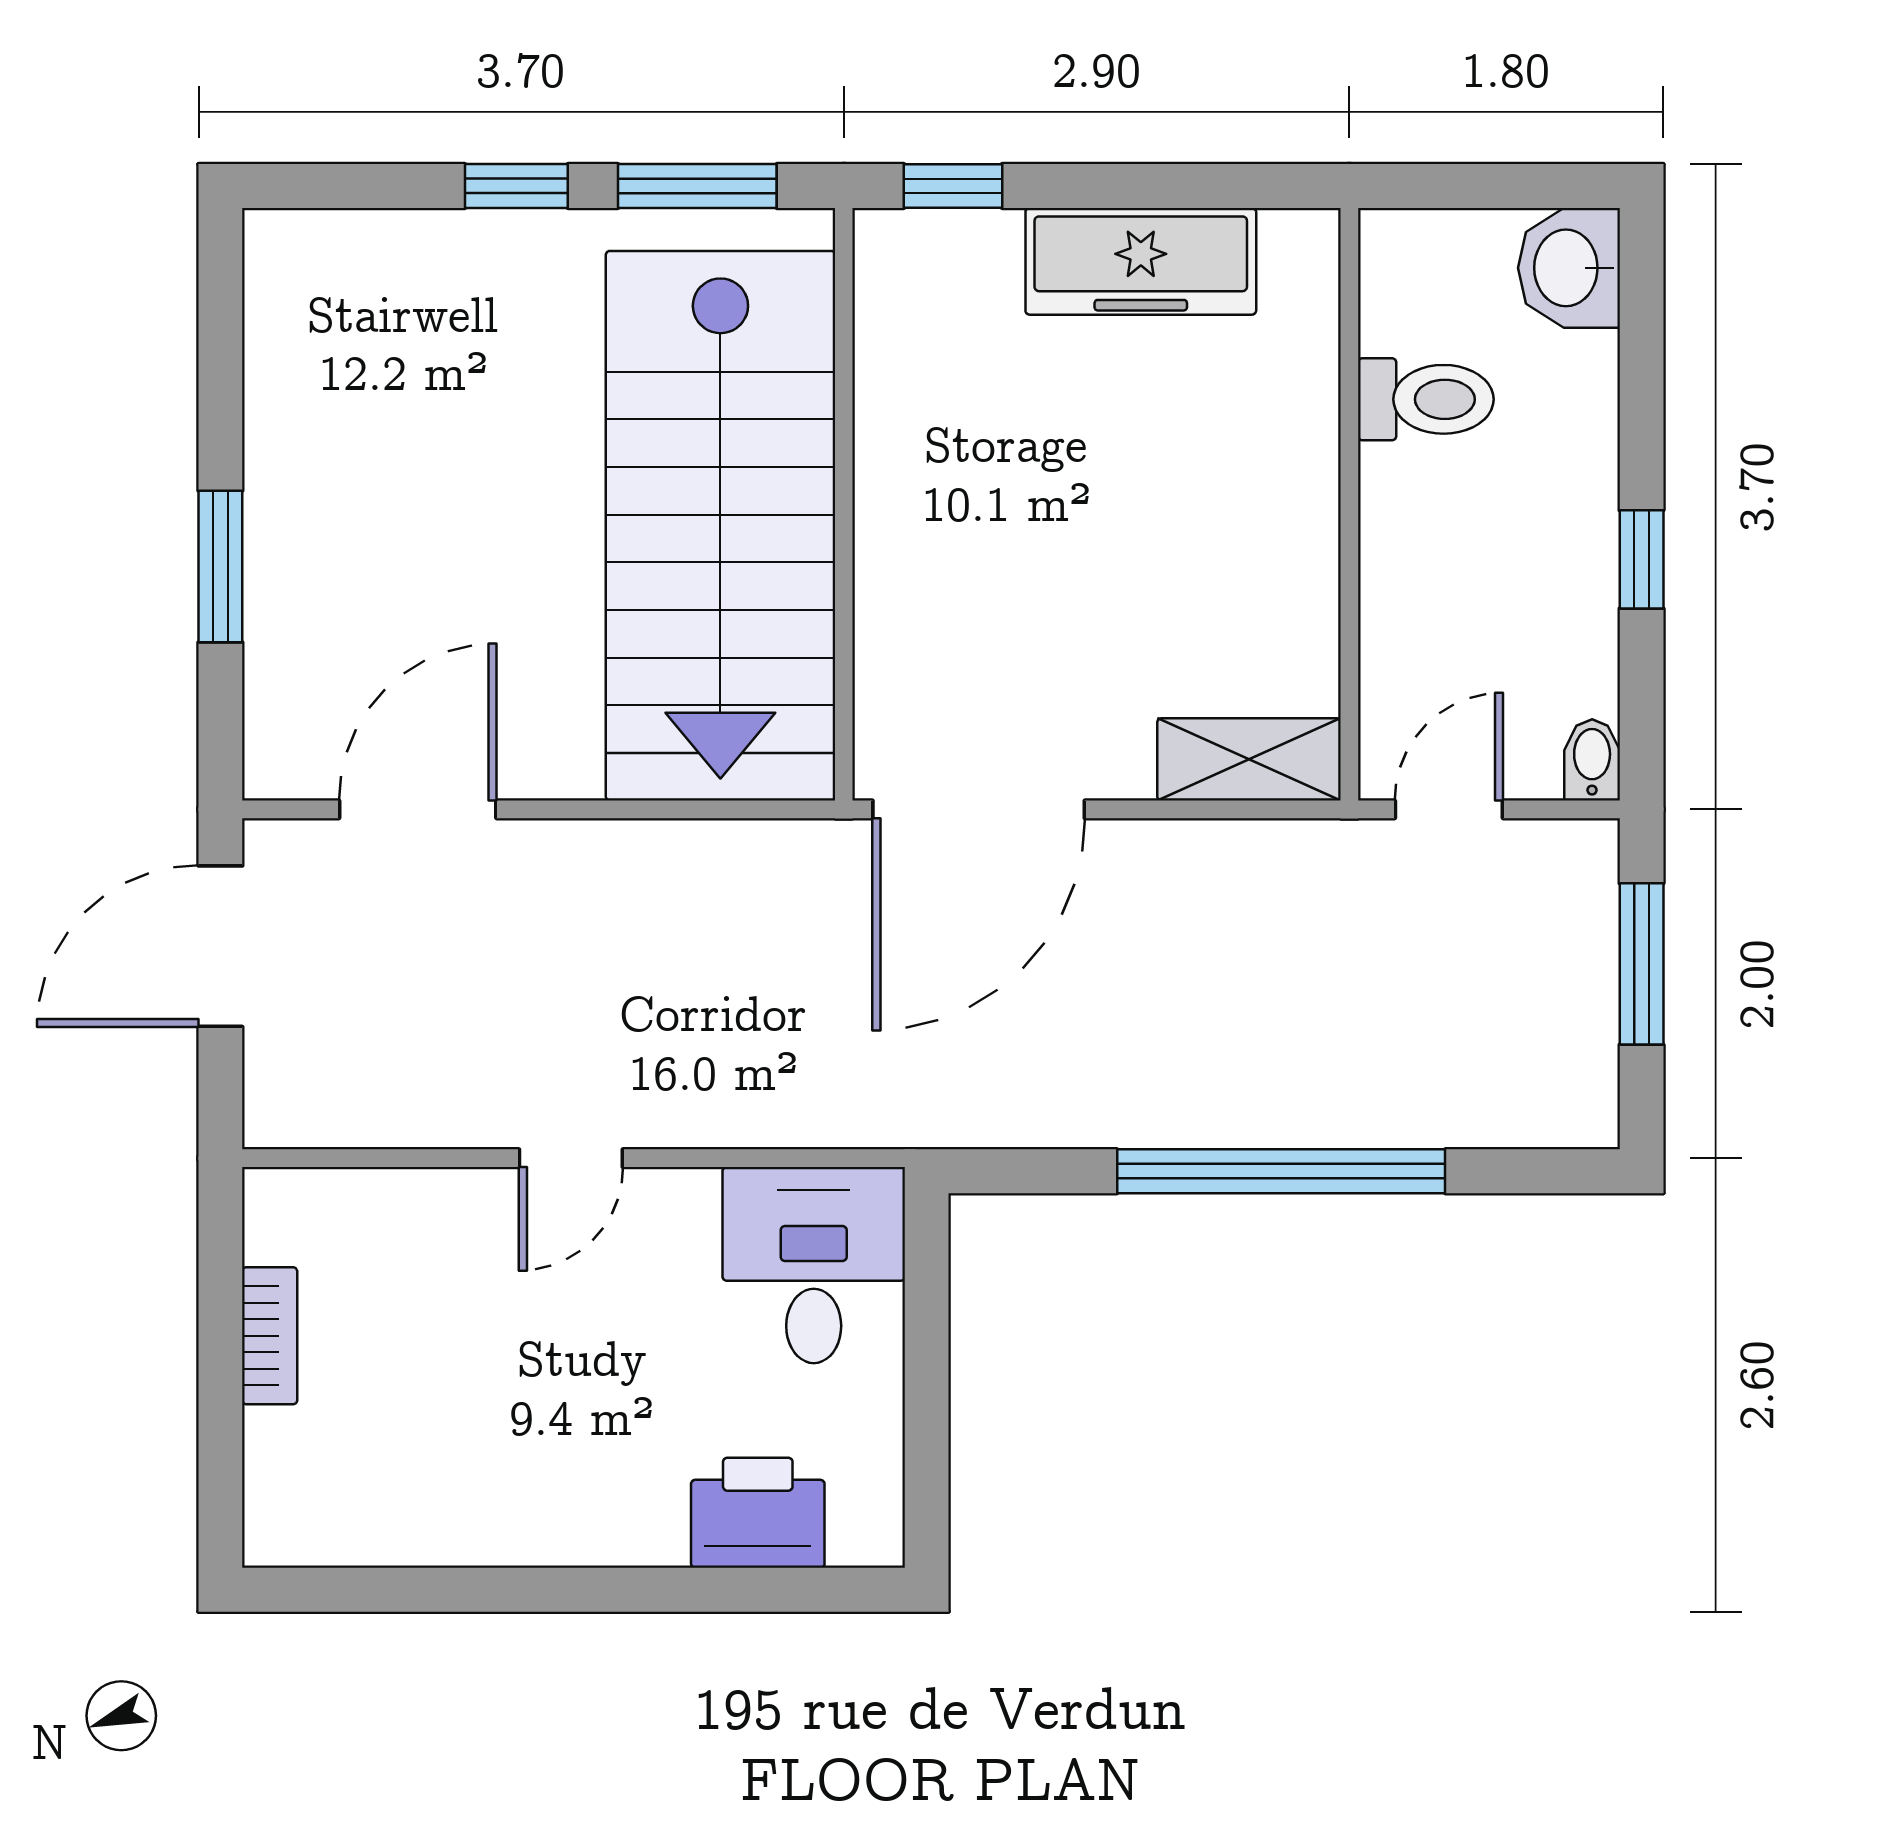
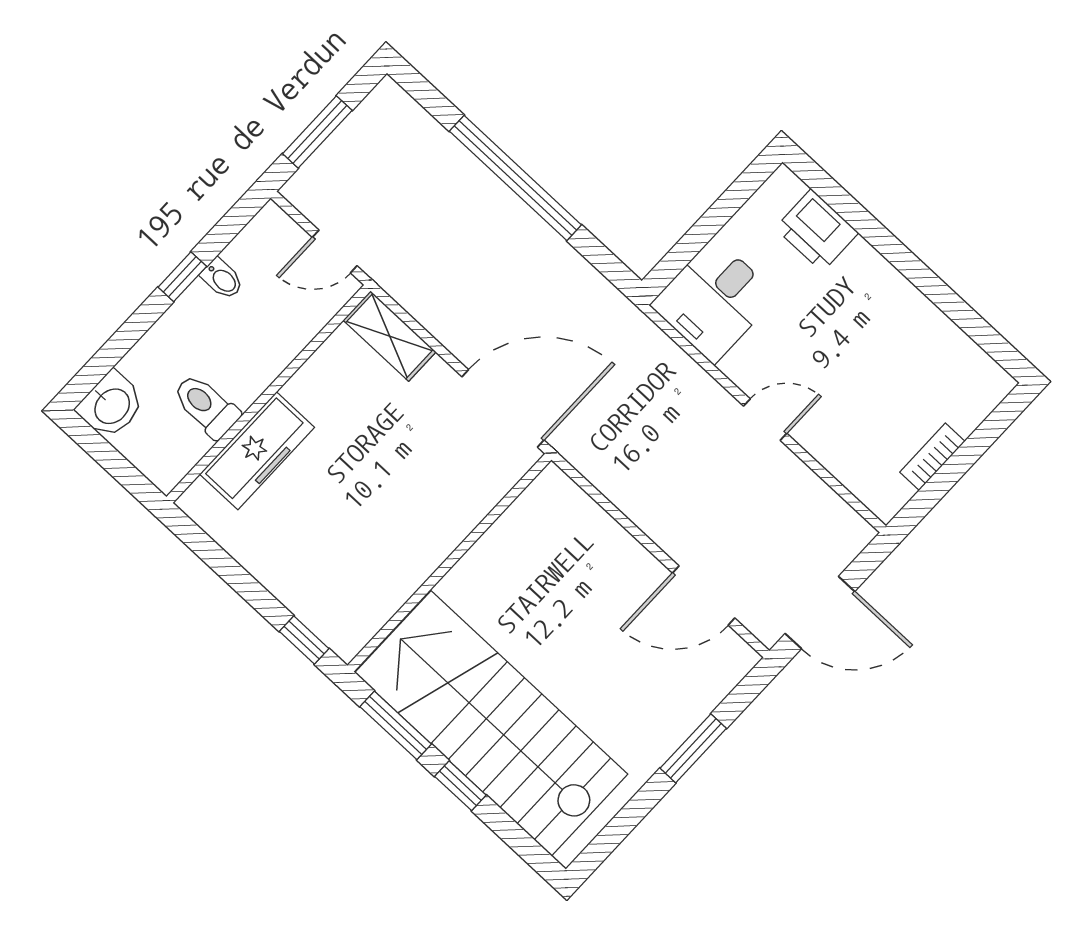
freezer: (1141, 261) -> (257, 451), moved, turned 90
stairs: (720, 526) -> (491, 723), moved, turned -90
bidet: (1592, 760) -> (222, 279), moved, turned -90

